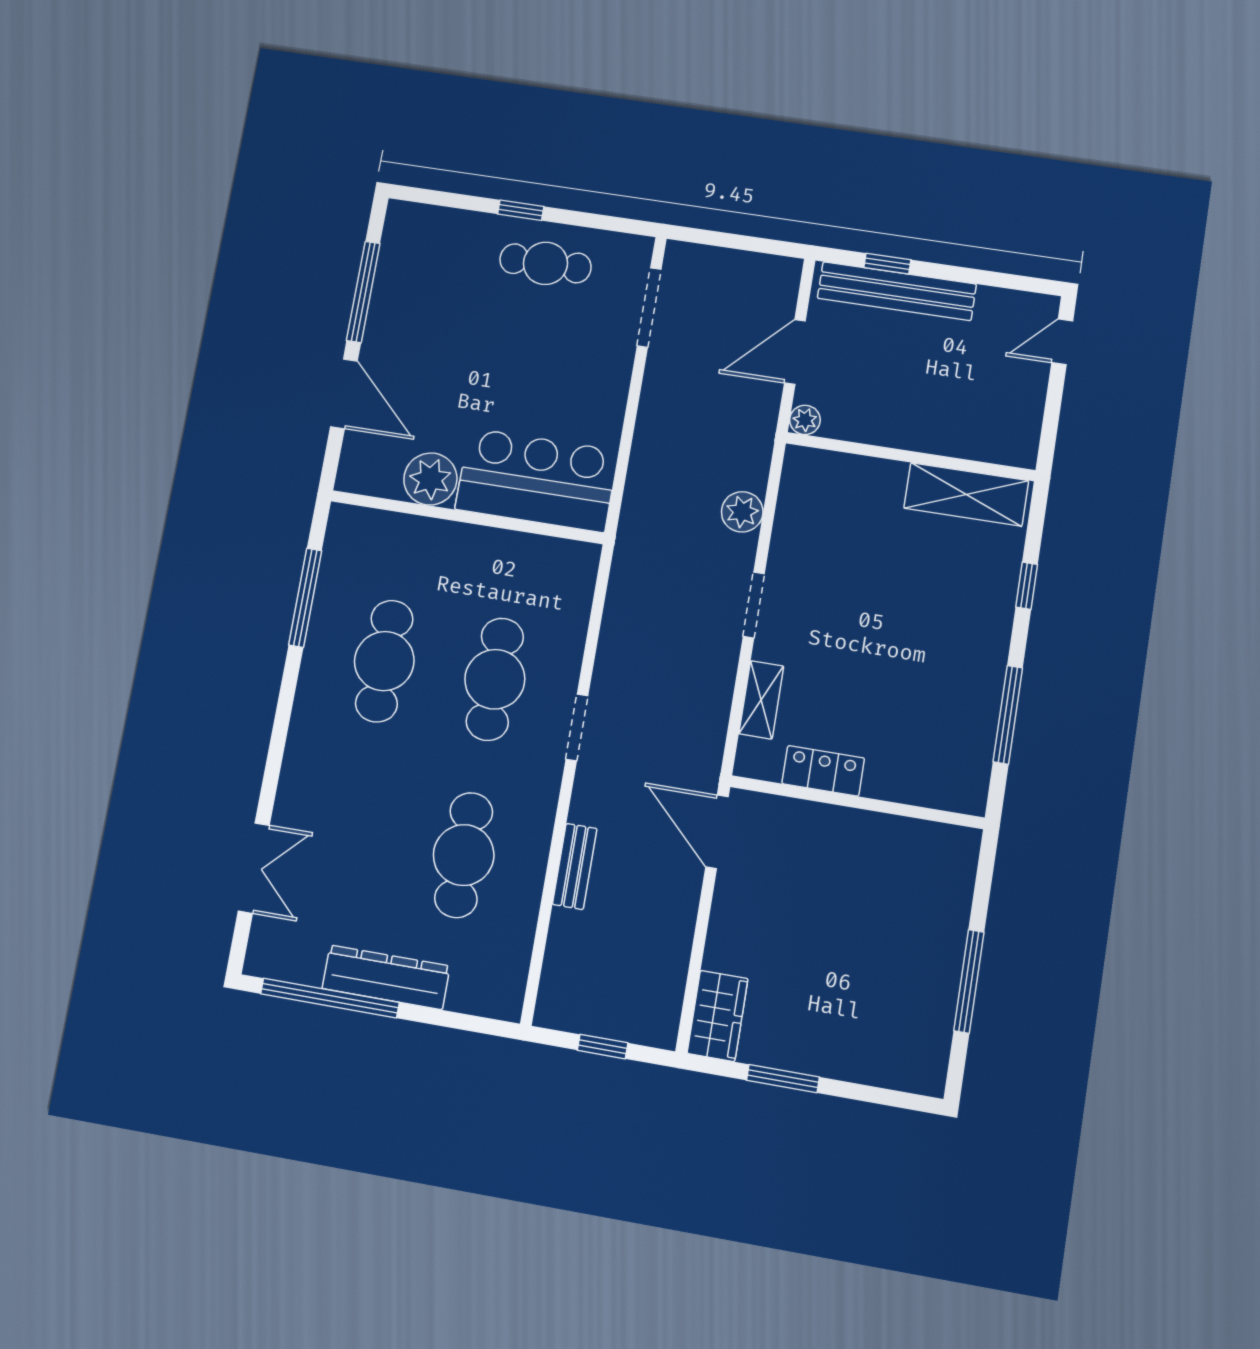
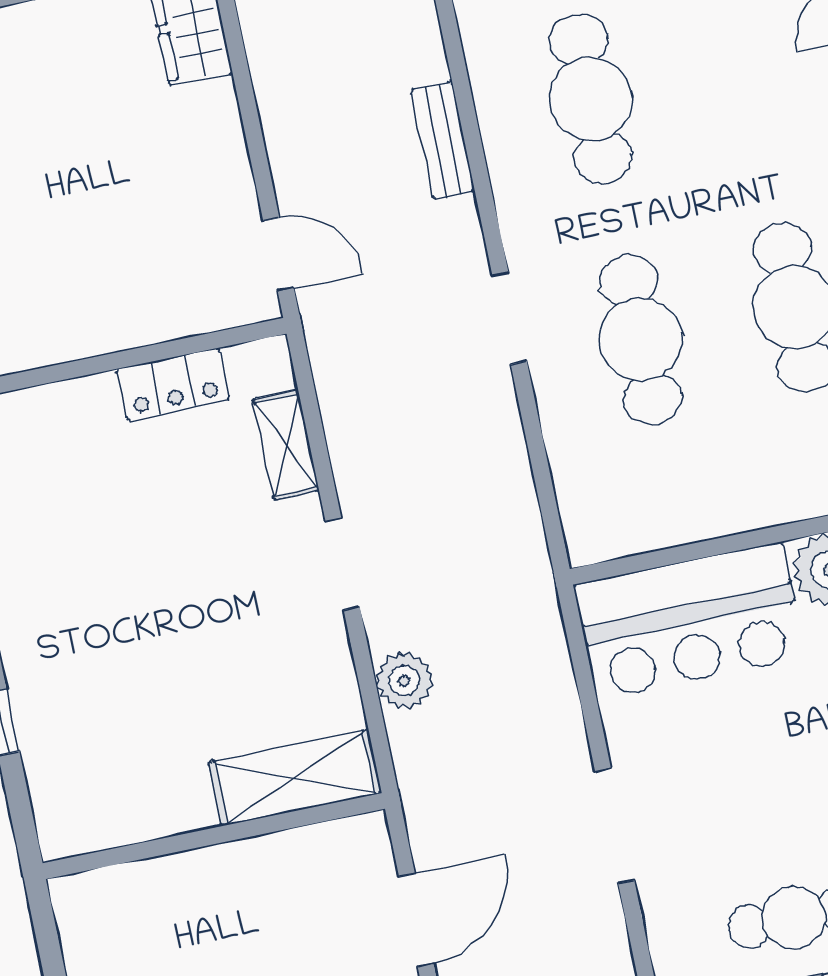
doorway: (649, 308) -> (615, 826), moved
plant: (805, 420) -> (369, 834), removed
shelving: (966, 494) -> (295, 778), moved
door: (717, 832) -> (278, 254), width x0.73

